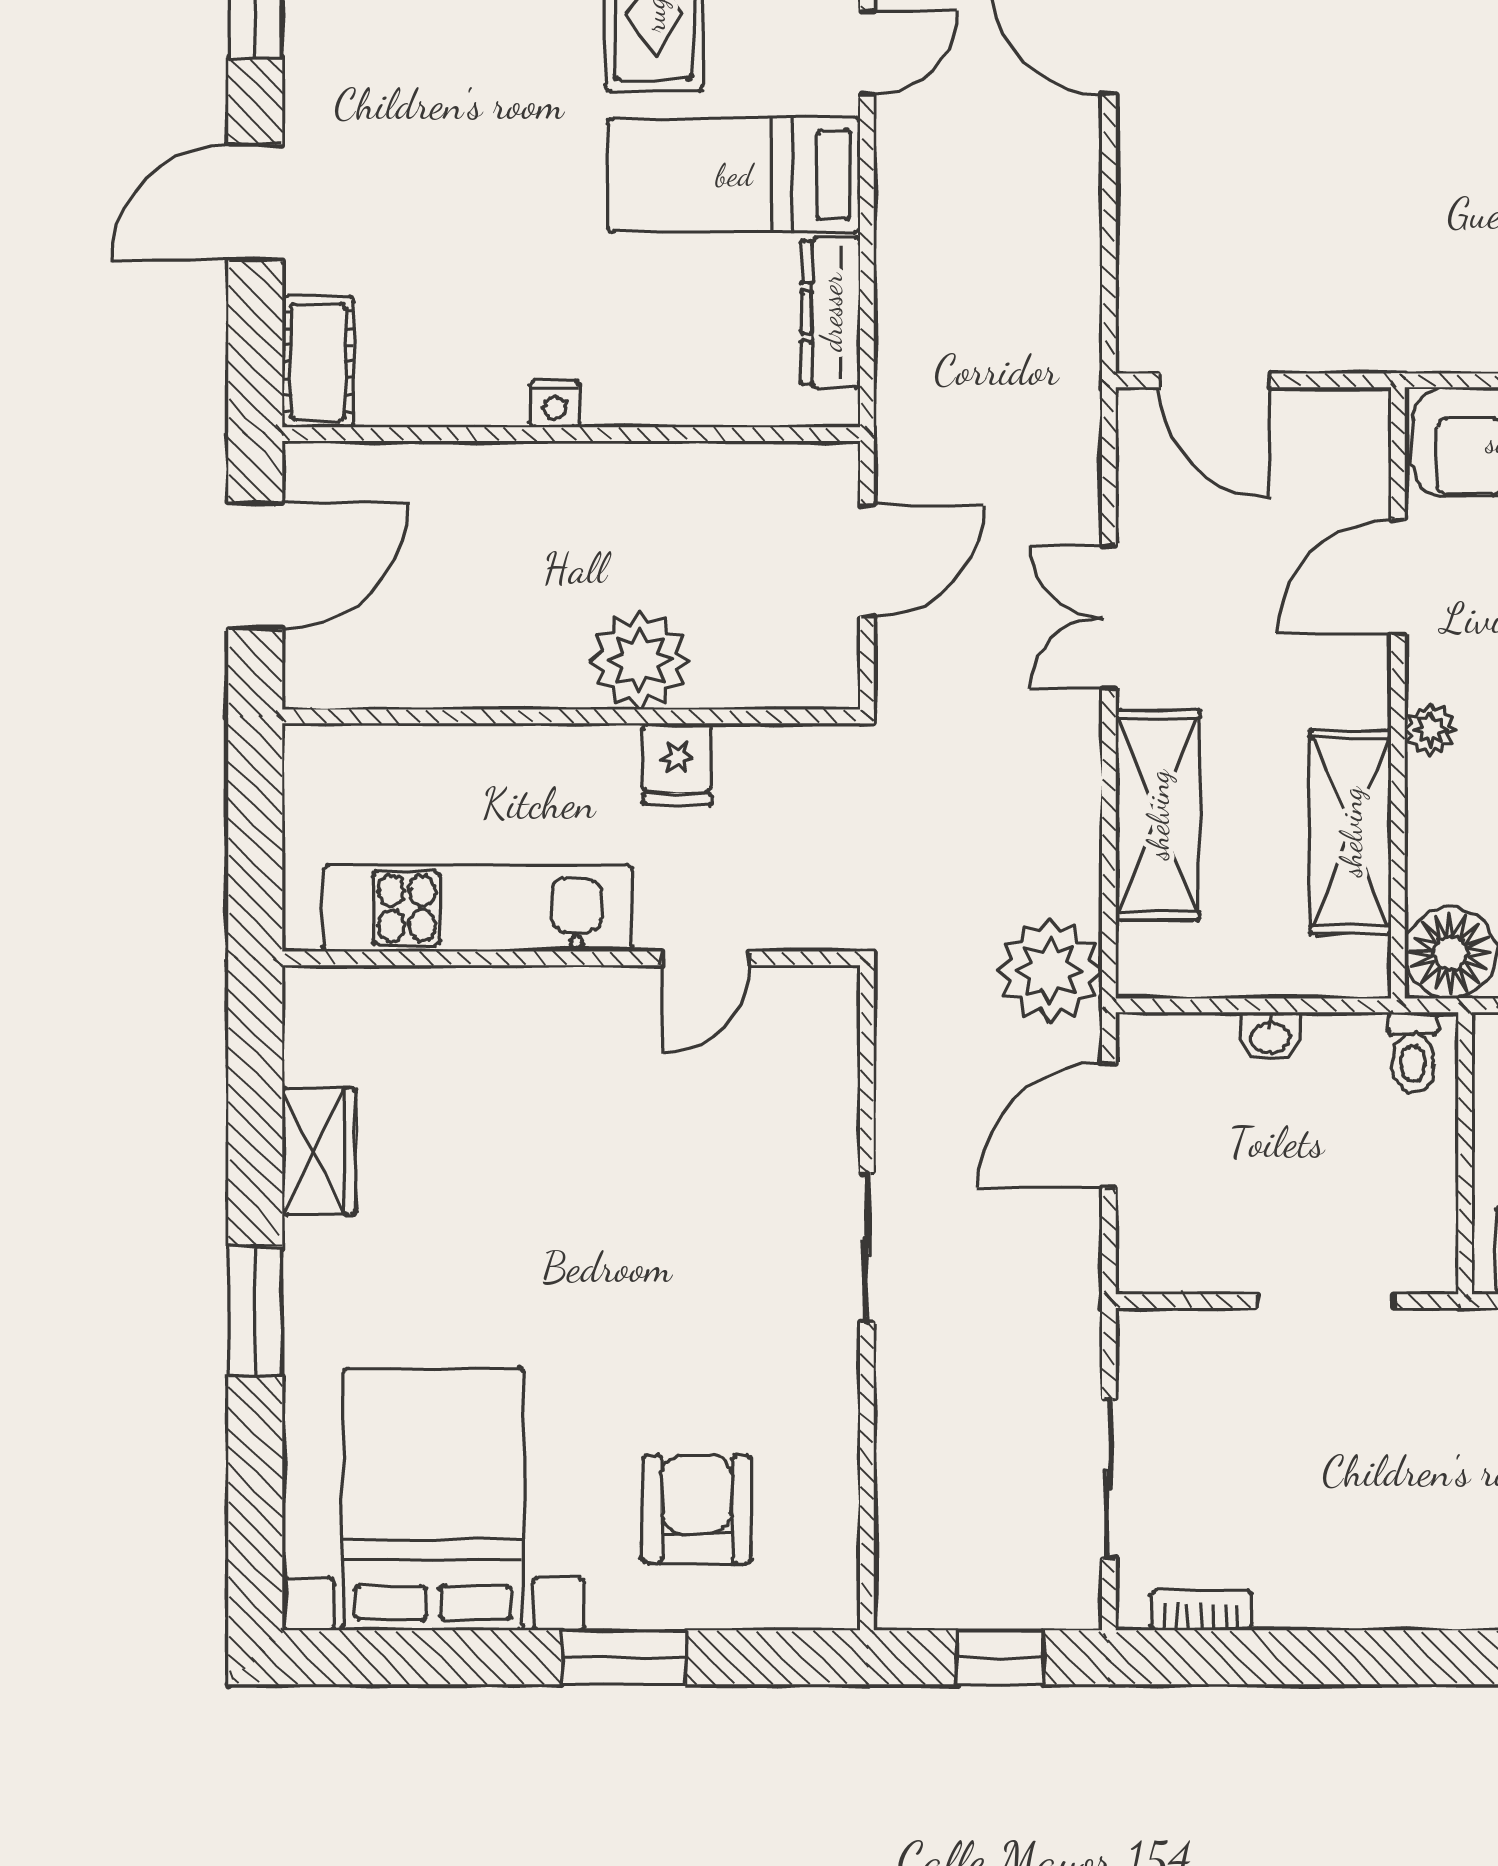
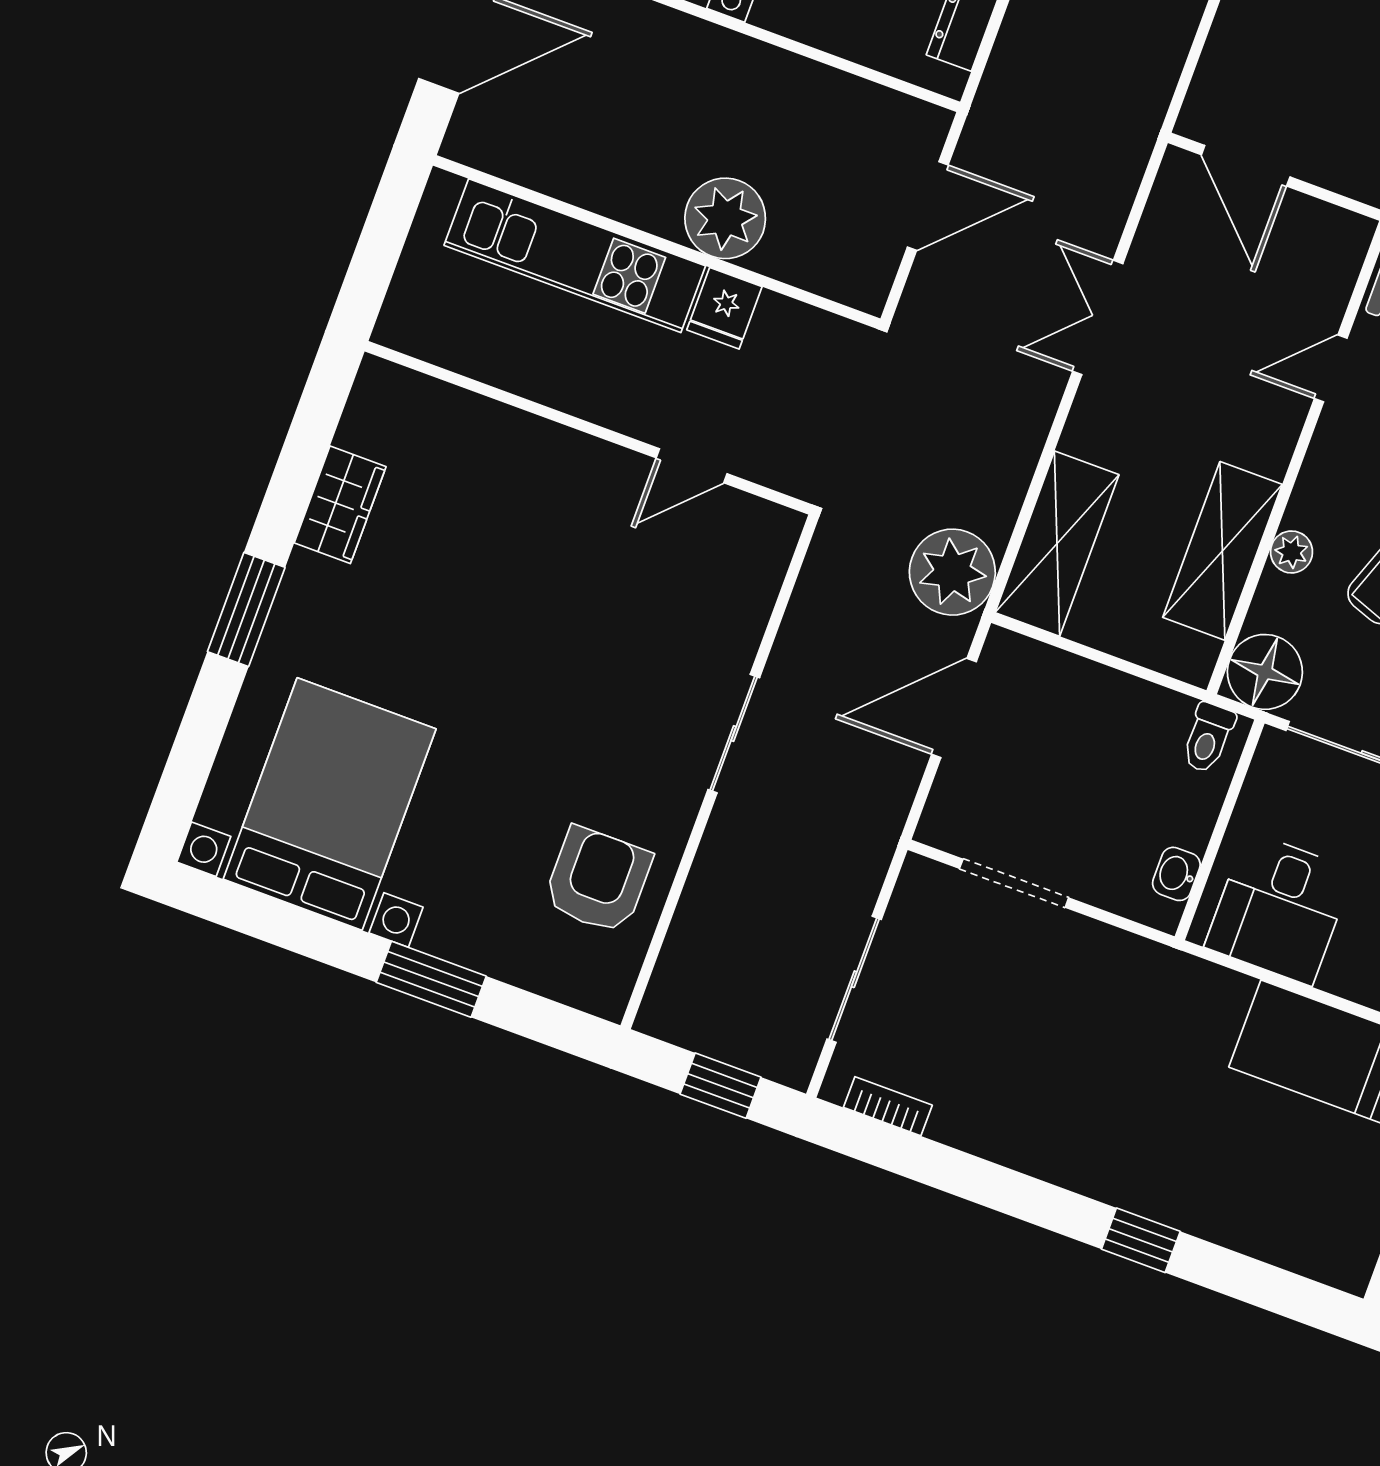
door: (1398, 577) -> (1331, 368), width x0.73
plant: (1430, 730) -> (1291, 552), moved
shelving: (1158, 815) -> (1057, 544), moved
kitchen unit: (478, 908) -> (575, 256), moved, turned 180
washbasin: (1270, 1036) -> (1176, 874), moved, turned 90
doorway: (1326, 1301) -> (1014, 883), moved
armchair: (697, 1509) -> (598, 880), moved

